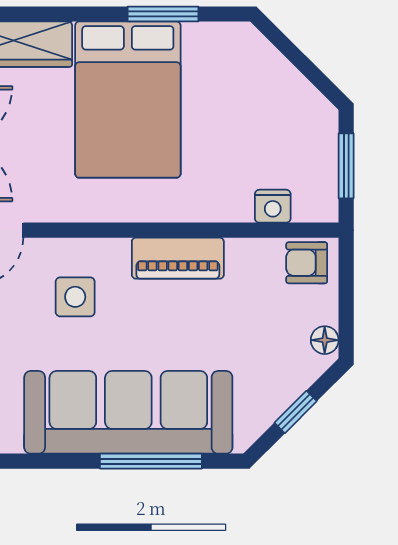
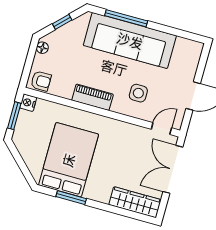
bed: (128, 100) -> (69, 160), moved
nightstand: (273, 206) -> (28, 103), moved, turned -90

